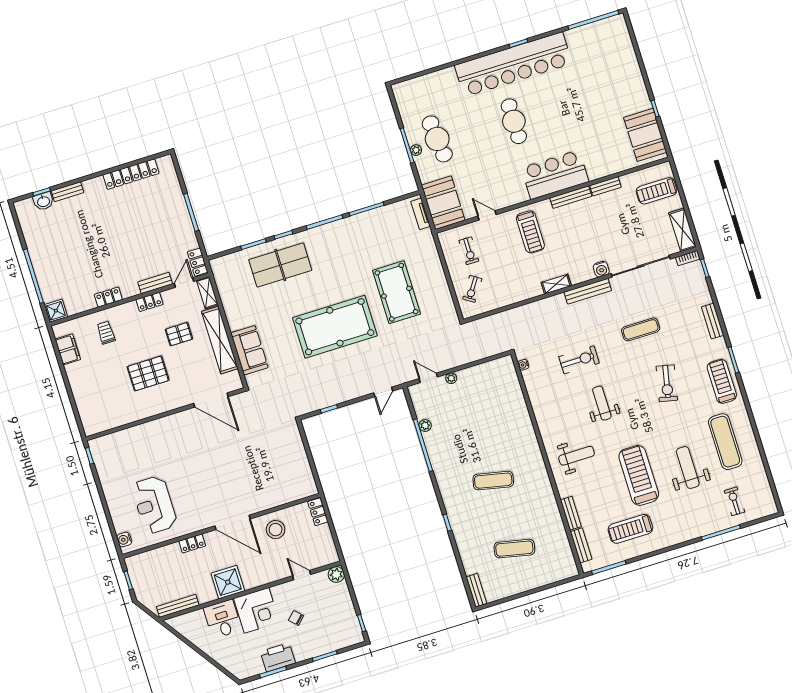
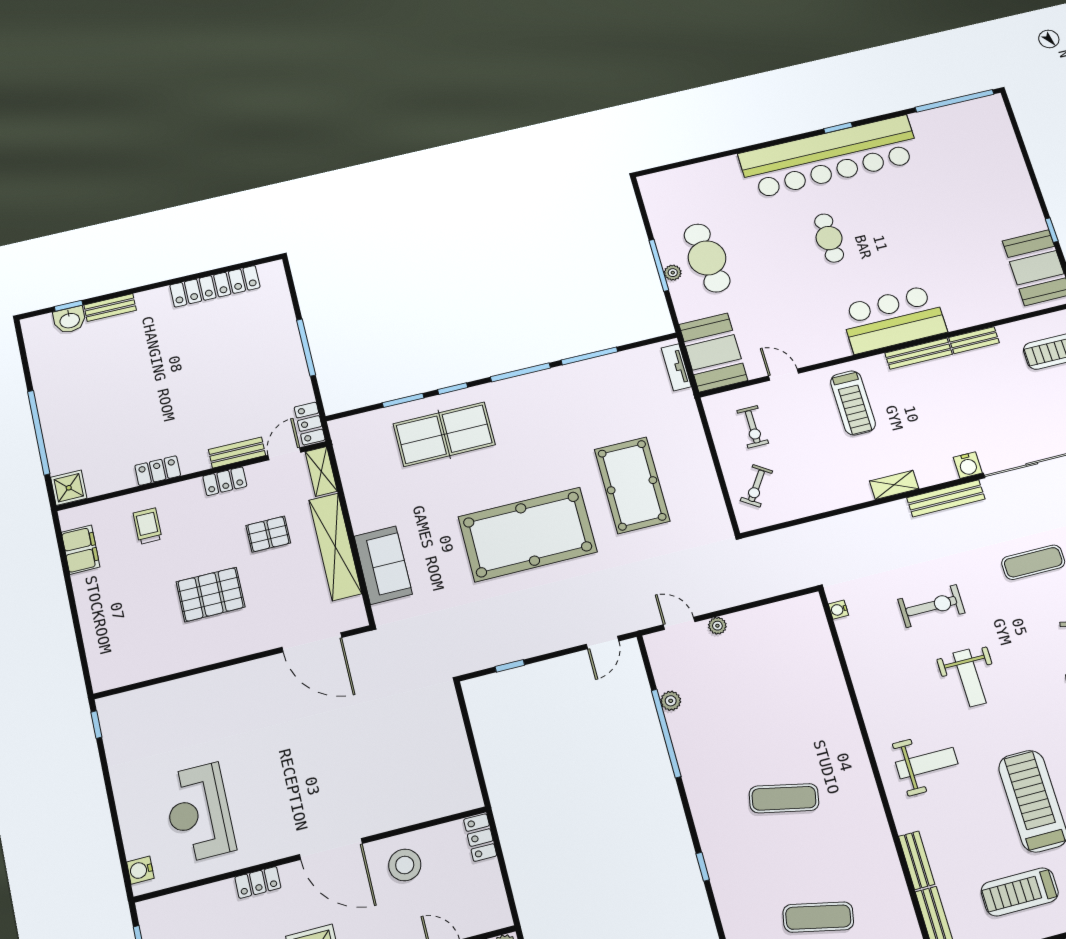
cafe table: (514, 121) -> (829, 238), width x0.73, depth x0.74
weight bench: (602, 403) -> (970, 678), turned 180

